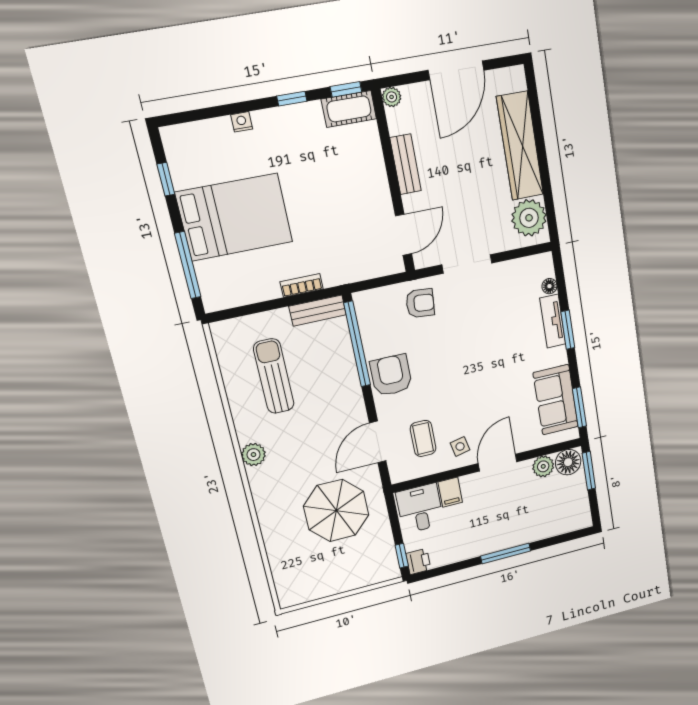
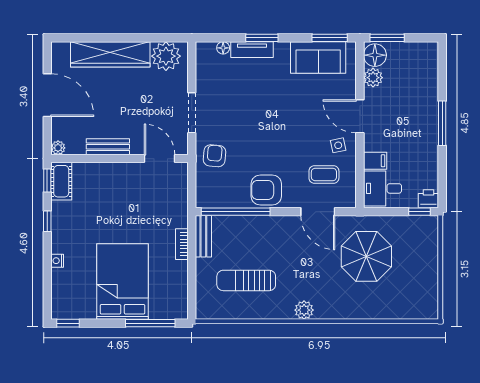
window: (166, 179) -> (68, 323), moved

